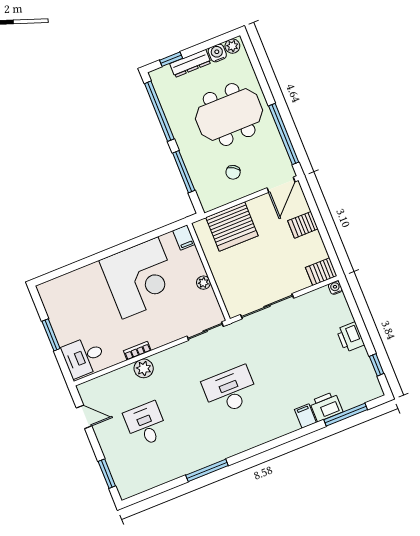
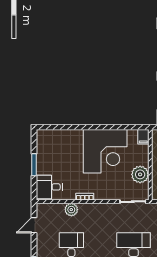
plant: (203, 283) -> (140, 174), width x1.88, depth x1.88
plant: (144, 368) -> (71, 210), moved
door: (84, 417) -> (34, 225), swing flipped

